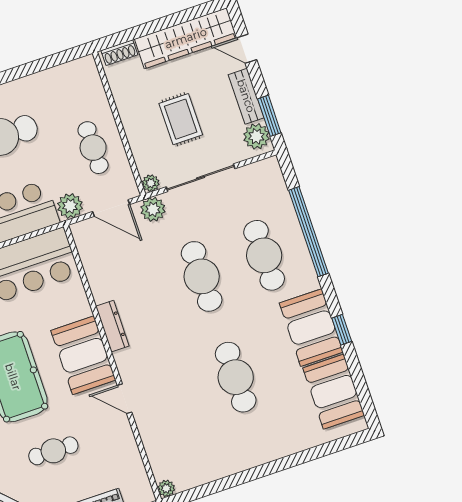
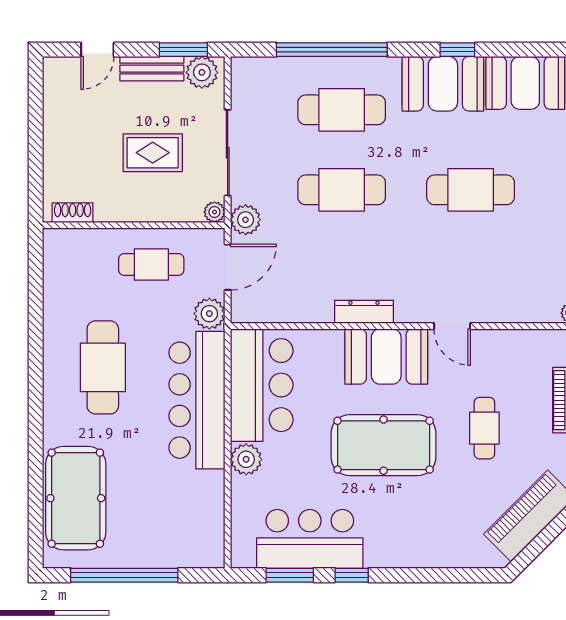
wardrobe: (186, 38) -> (62, 116), removed
shoe rack: (119, 53) -> (73, 213), moved, turned -90
door: (125, 399) -> (452, 326), hinge flipped

